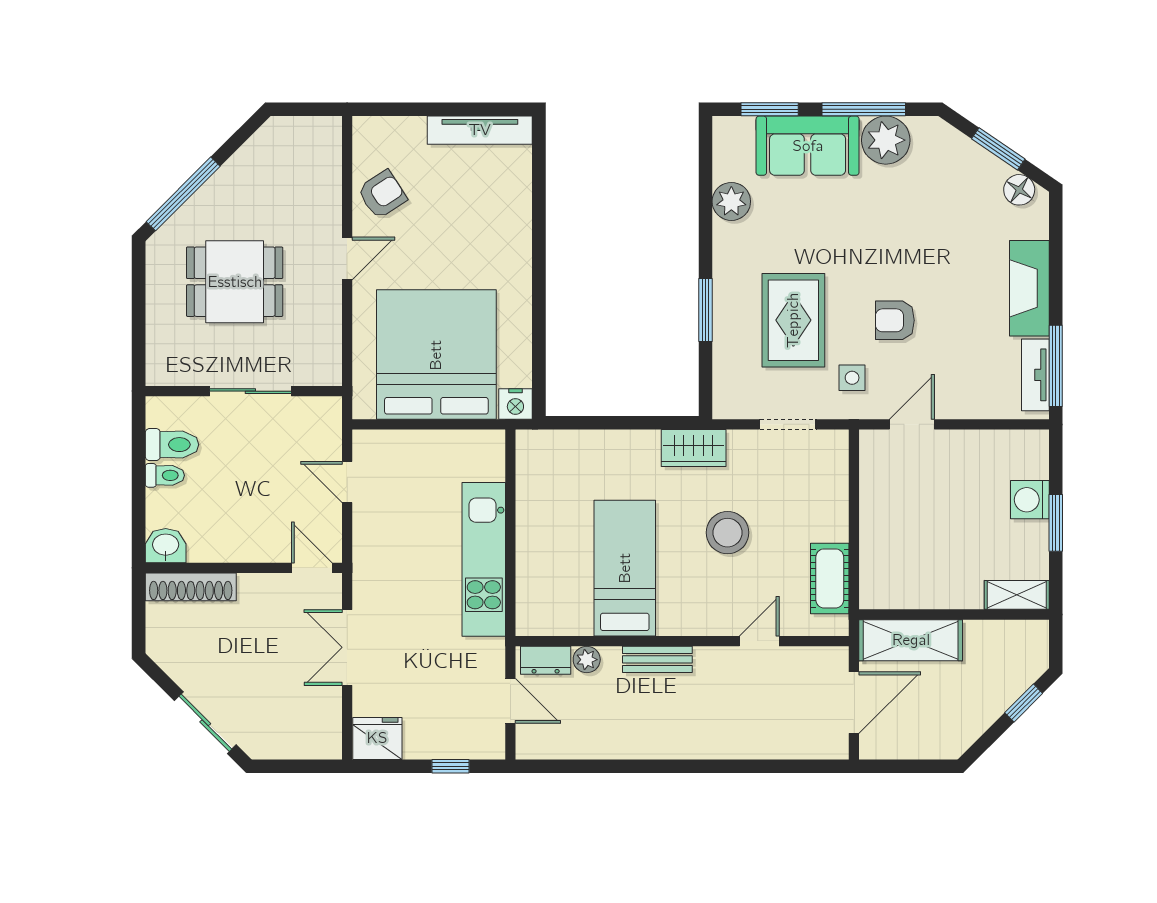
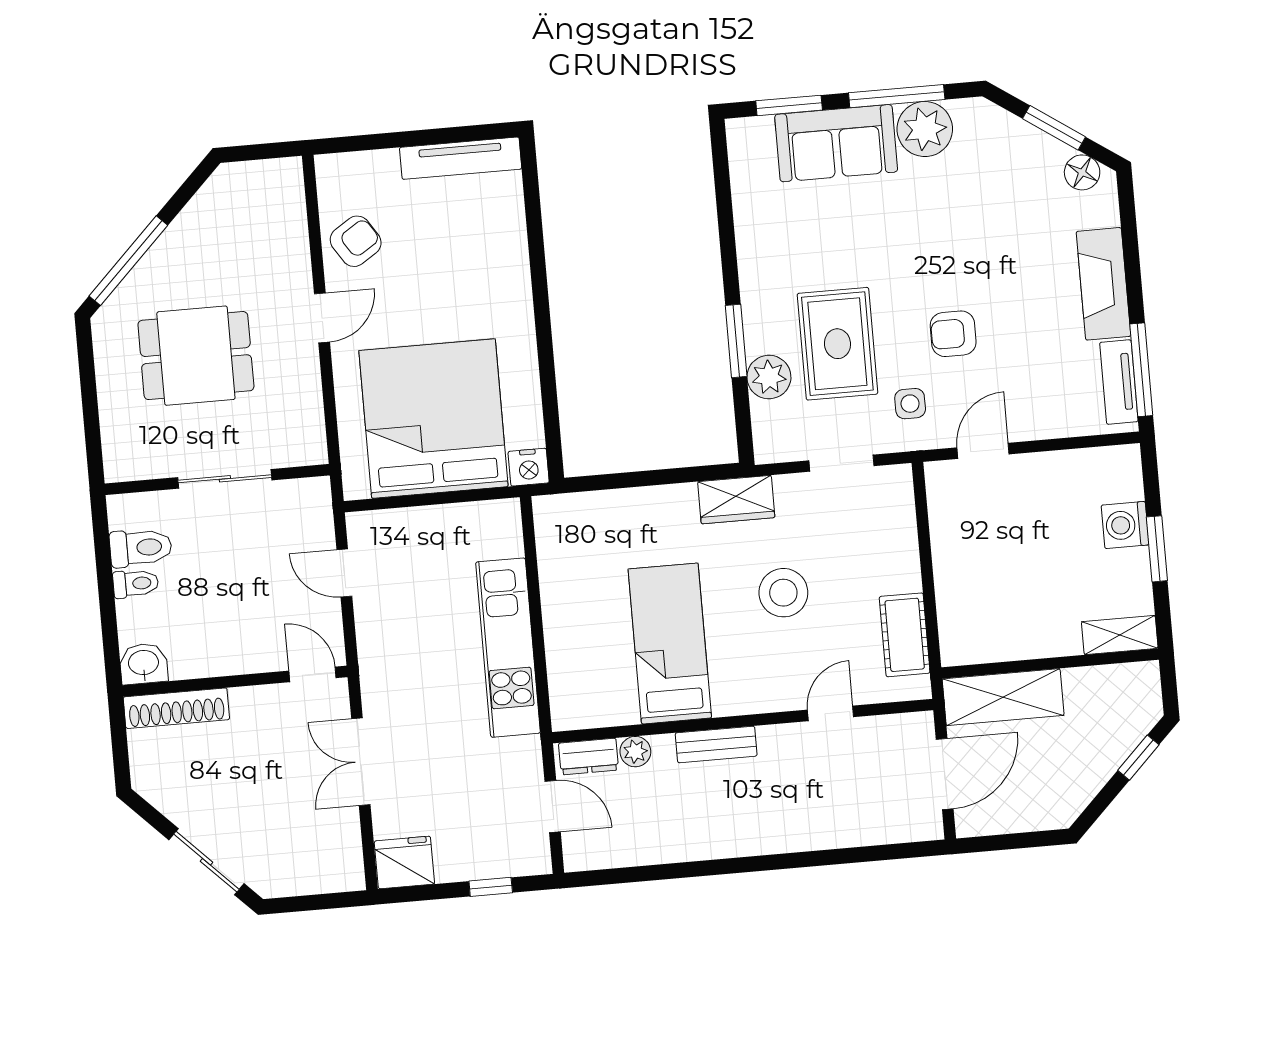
plant: (731, 201) -> (769, 377), moved

